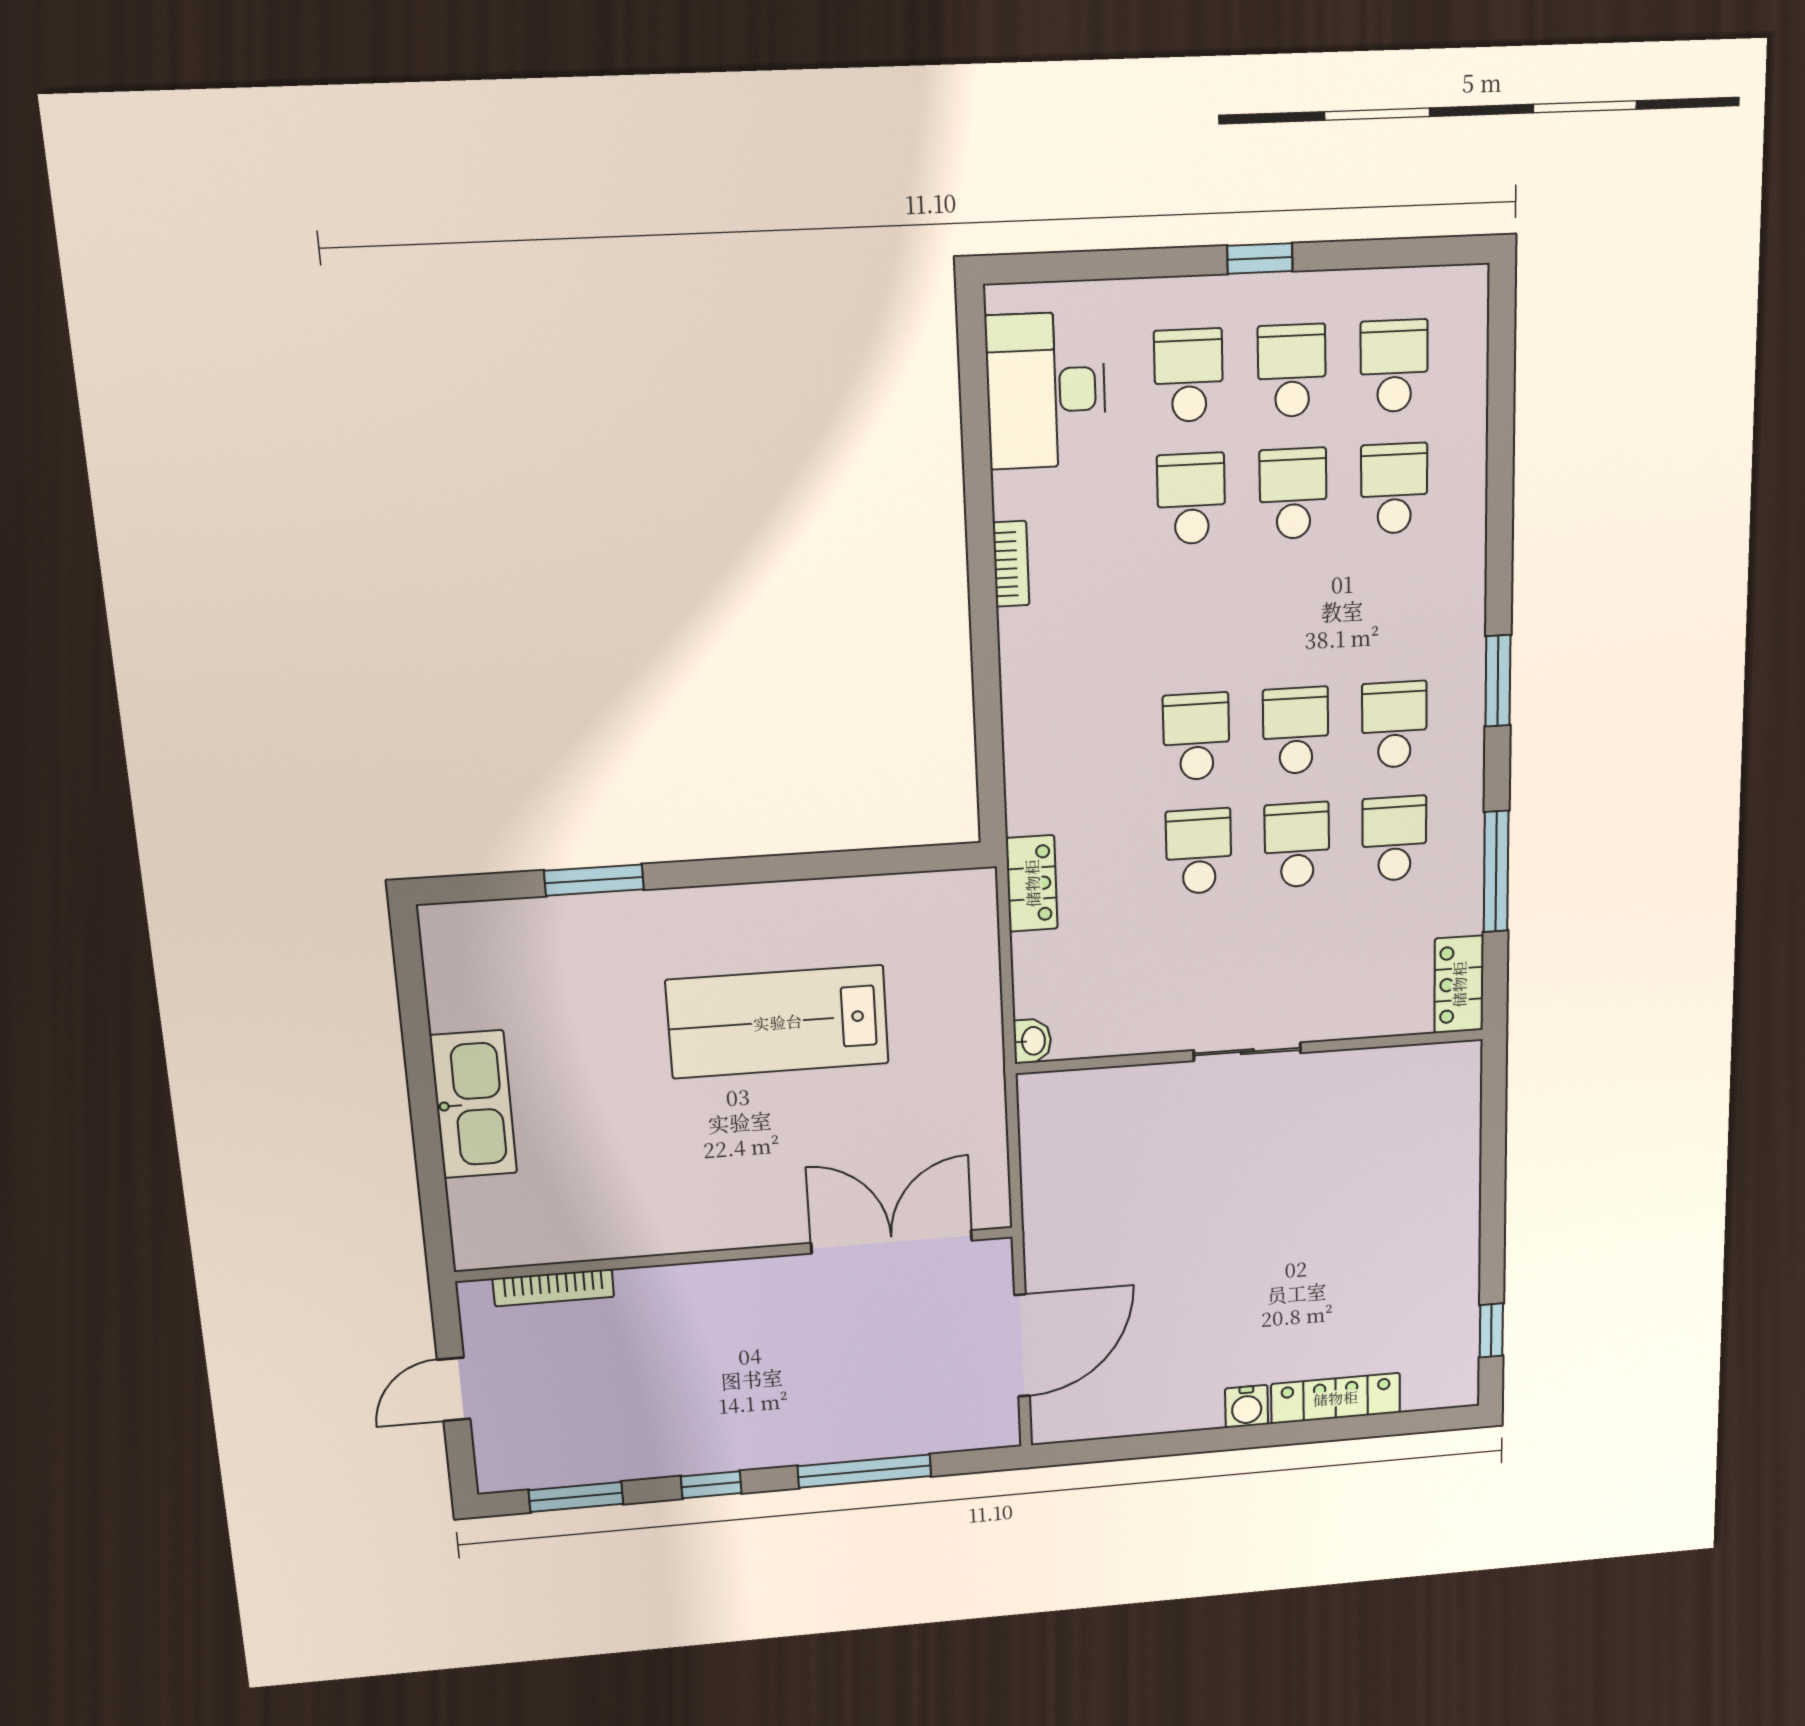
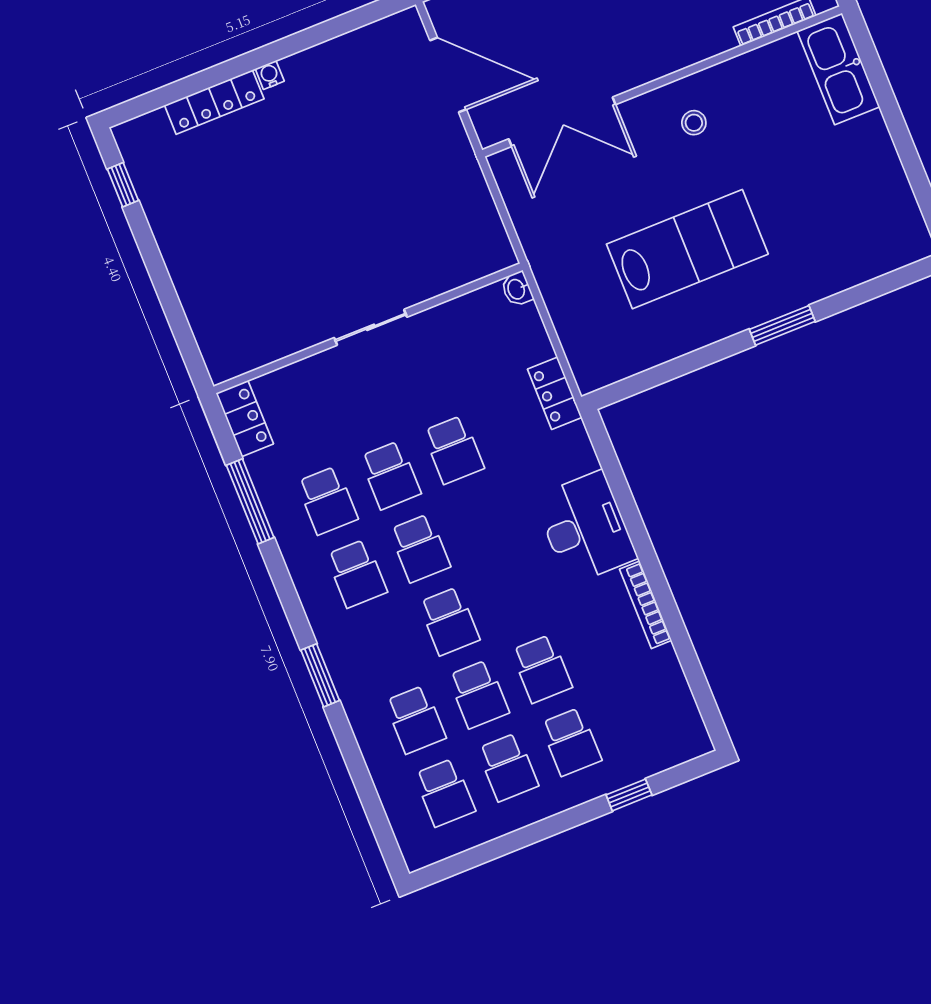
window: (1260, 259) -> (629, 795), moved
desk: (1046, 390) -> (585, 528), moved
bookcase: (1011, 564) -> (646, 605), width x1.56
window: (1498, 681) -> (320, 675), moved
school desk: (1196, 737) -> (449, 621), moved
window: (594, 880) -> (782, 325), moved
kitchen sink: (473, 1104) -> (838, 69), moved
stool: (711, 1188) -> (694, 123), added
door: (1022, 1346) -> (448, 75), swing flipped
water cooler: (1247, 1406) -> (270, 75), width x0.72, depth x0.72

